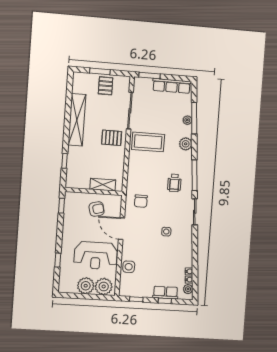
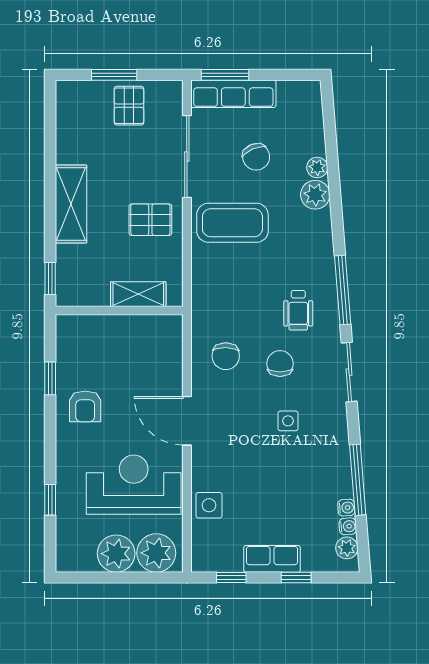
row of seats: (172, 86) -> (233, 94), moved
chair: (161, 113) -> (256, 157), added
window: (194, 118) -> (358, 480), moved
shelving: (77, 120) -> (71, 204), width x0.68
plant: (186, 144) -> (315, 195), moved
shelving: (103, 185) -> (138, 294), moved
wall: (94, 191) -> (119, 311), moved
chair: (165, 206) -> (280, 364), added
armchair: (97, 209) -> (85, 406), moved, turned 104
reception desk: (96, 256) -> (134, 485), turned 180
row of seats: (165, 293) -> (272, 559), moved

